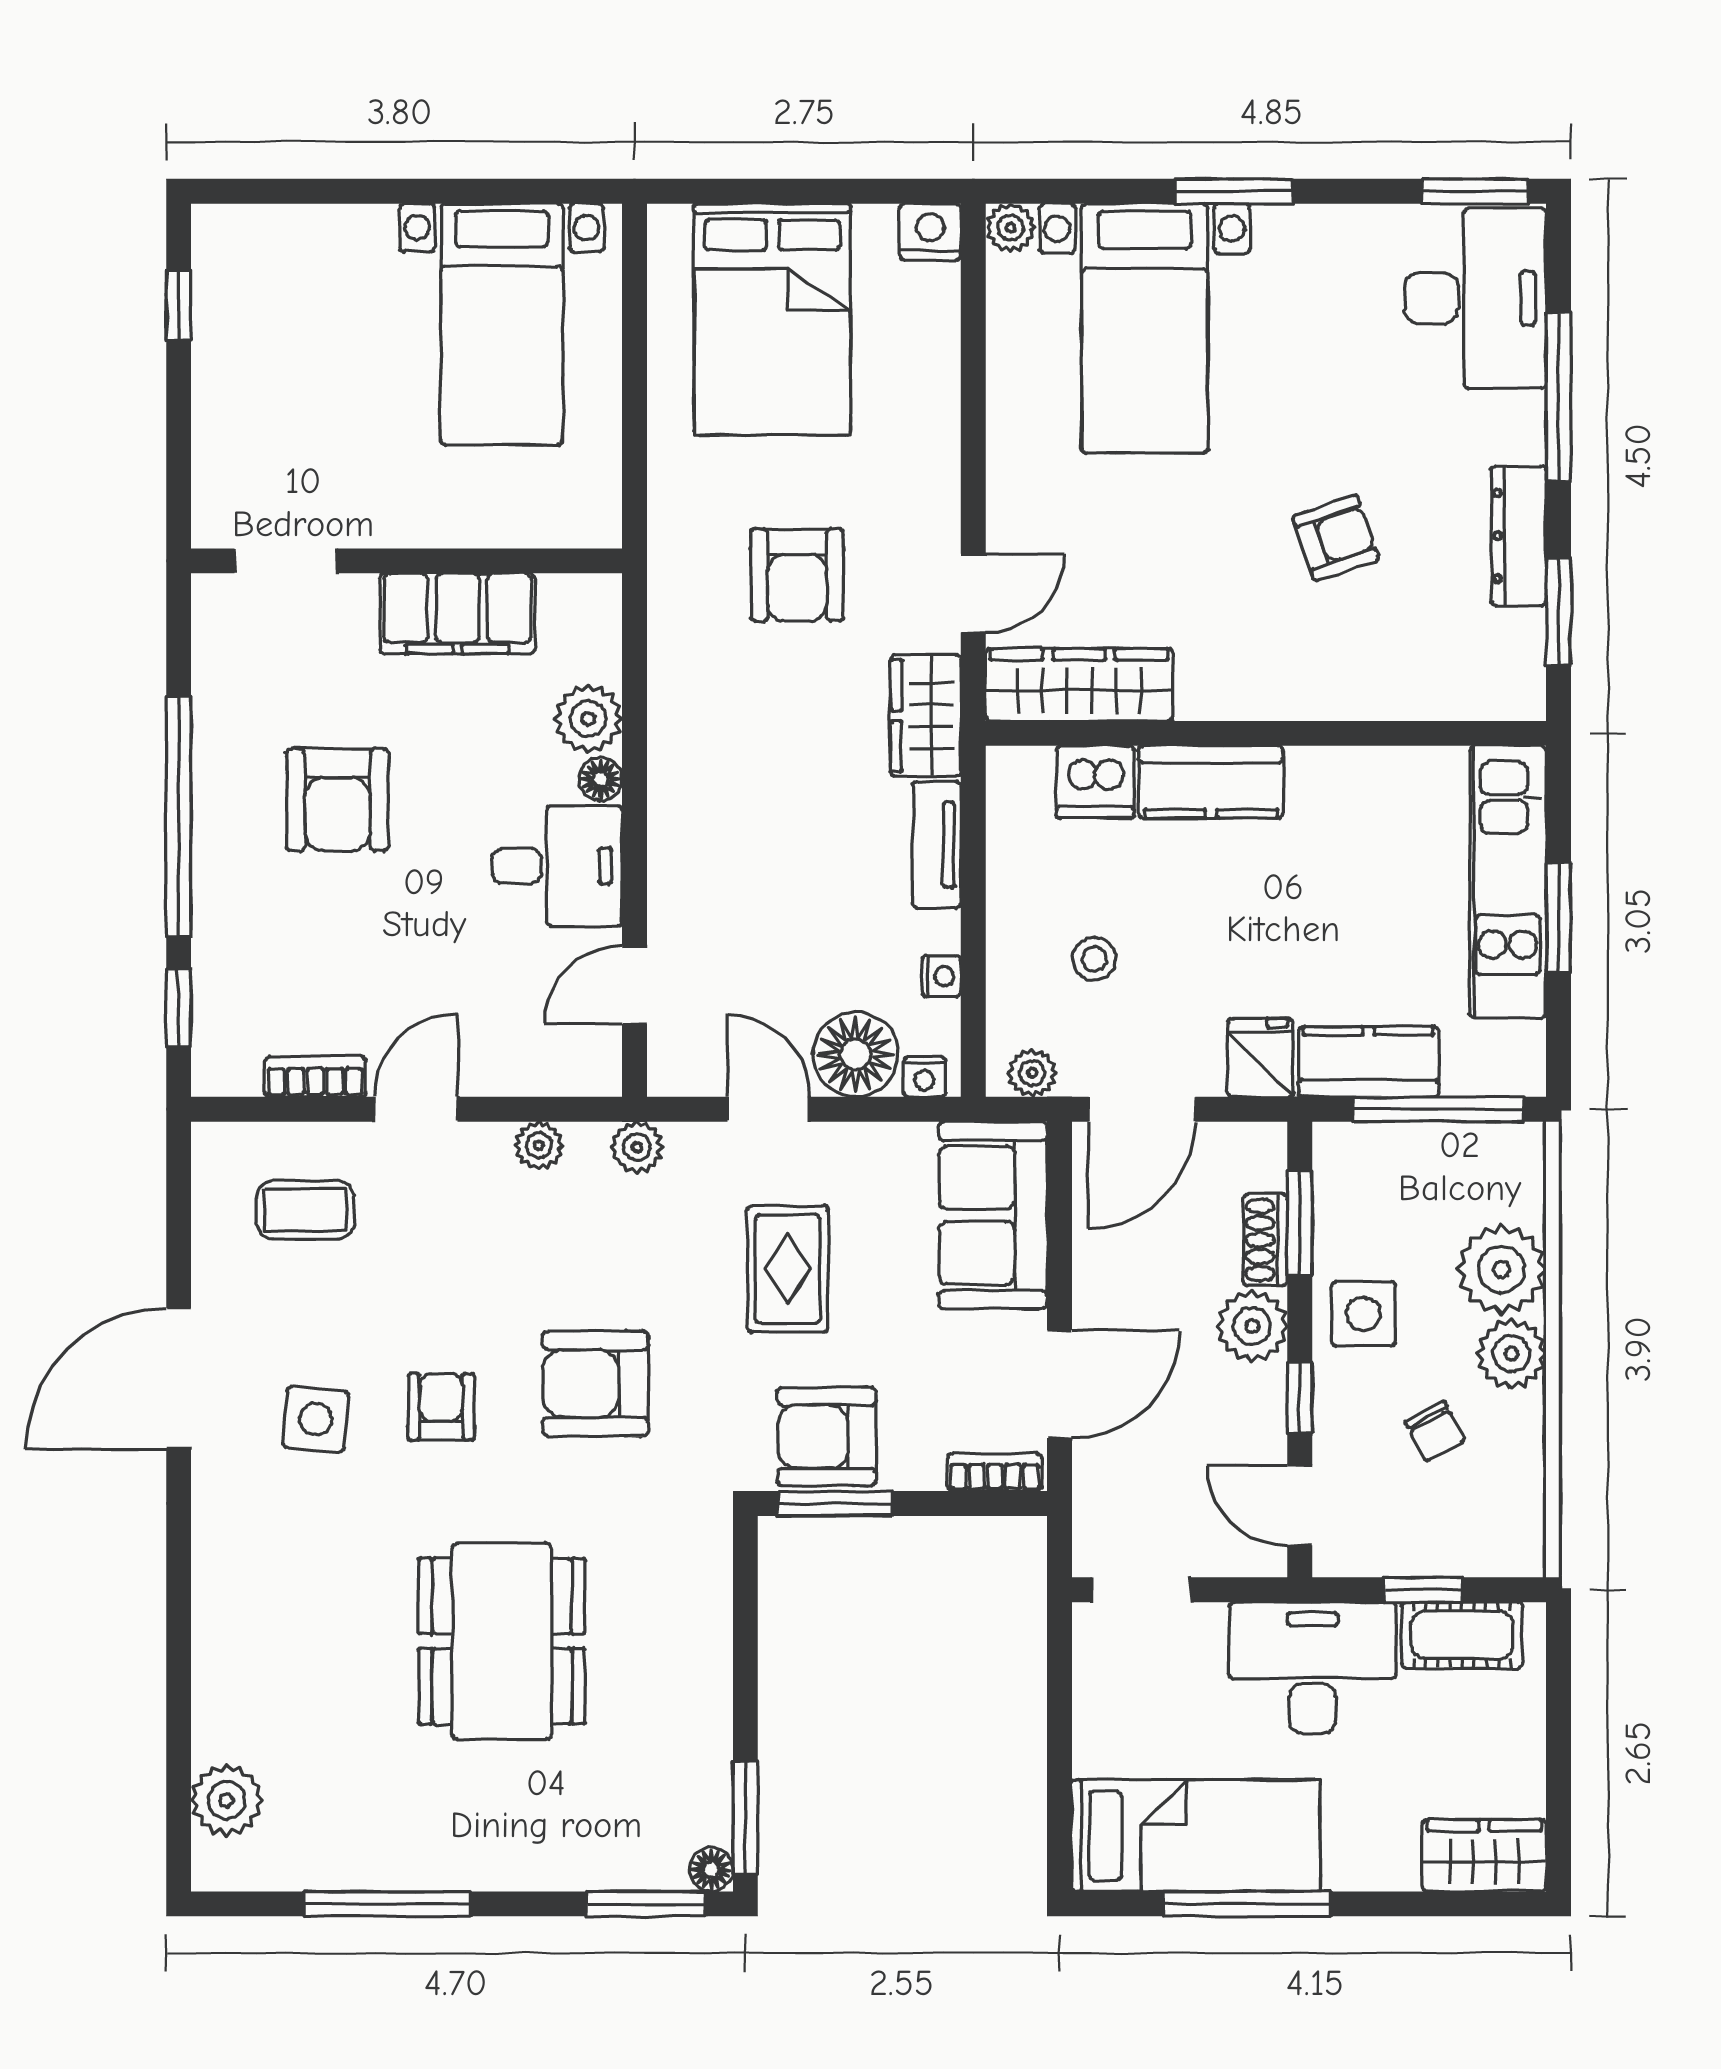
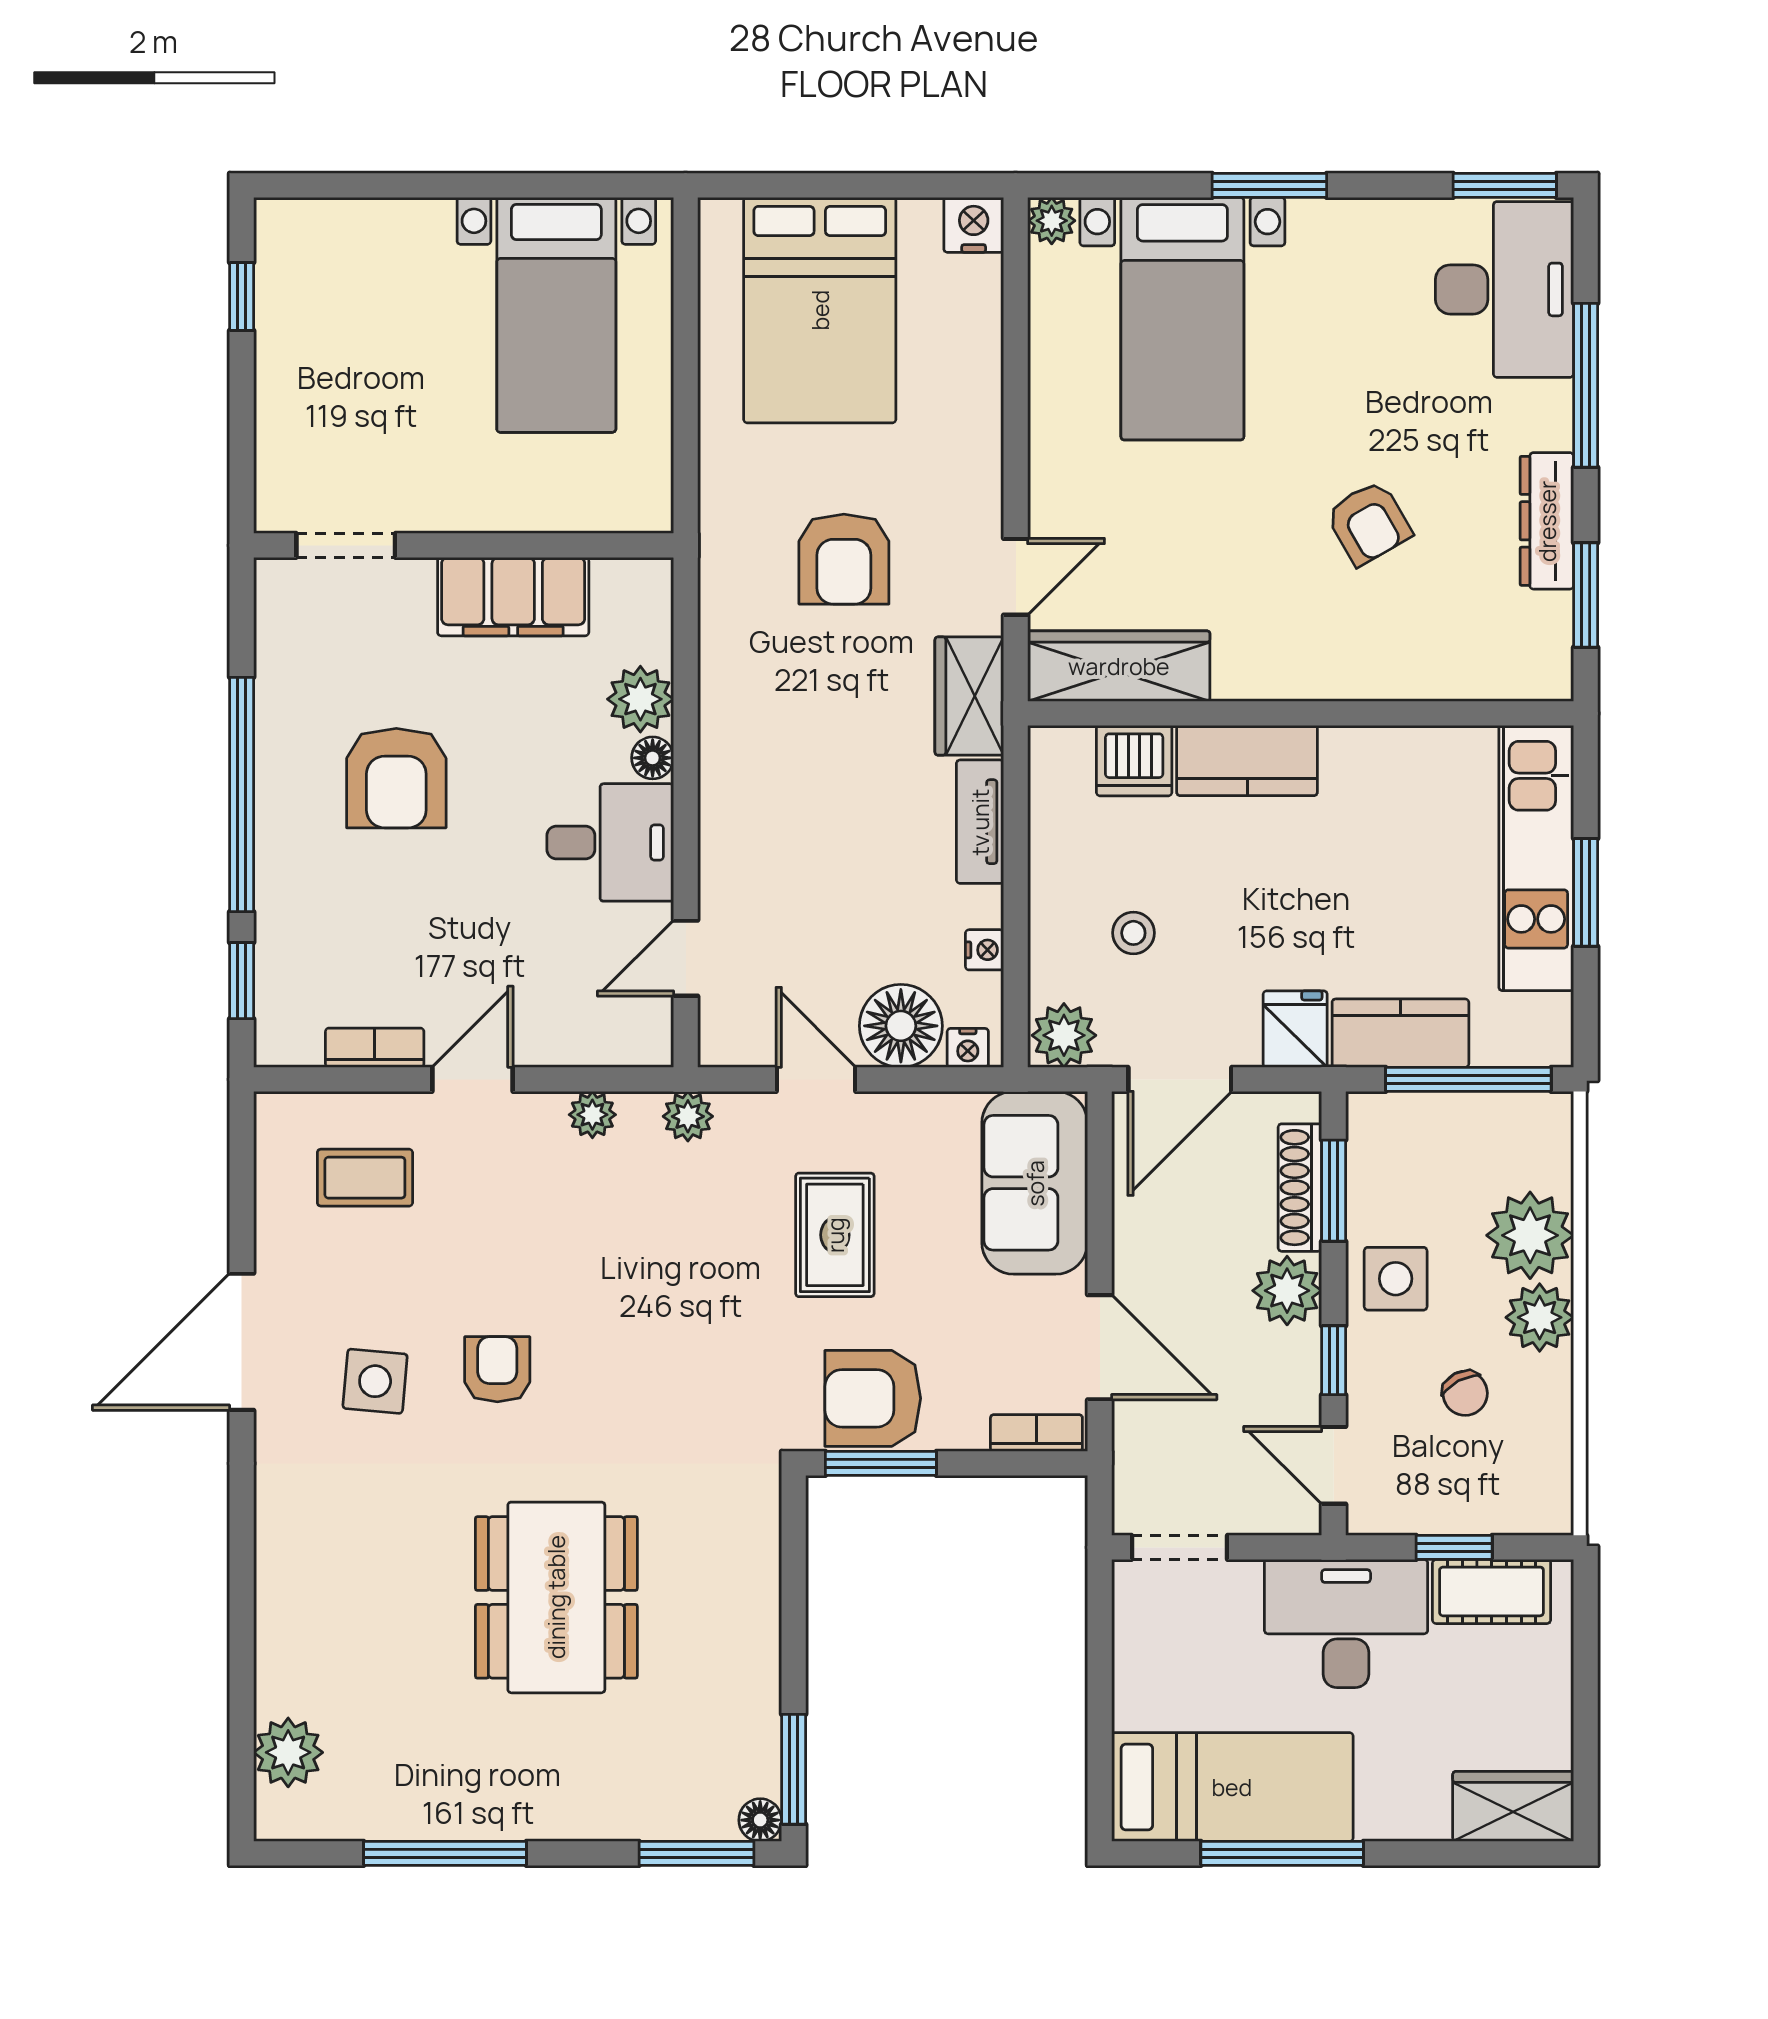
armchair: (1336, 538) -> (1369, 523), turned 79
plant: (1032, 1073) -> (1064, 1035), width x1.38, depth x1.38
shoe rack: (1265, 1240) -> (1300, 1188), width x1.43
armchair: (596, 1384) -> (648, 1347), removed
door: (1060, 1384) -> (1100, 1347), hinge flipped

